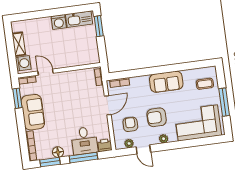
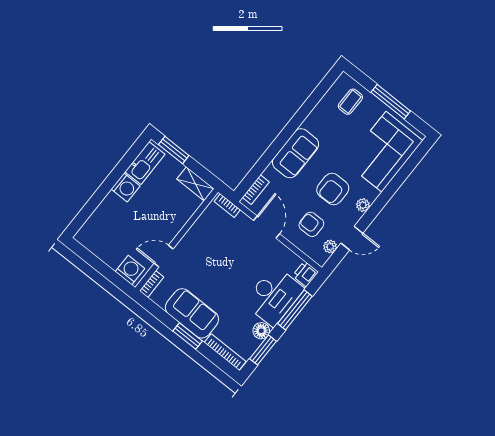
shelving: (19, 44) -> (195, 184), moved
sofa: (166, 82) -> (295, 153), moved
window: (17, 98) -> (188, 336), moved
desk: (84, 141) -> (274, 296), width x1.37

